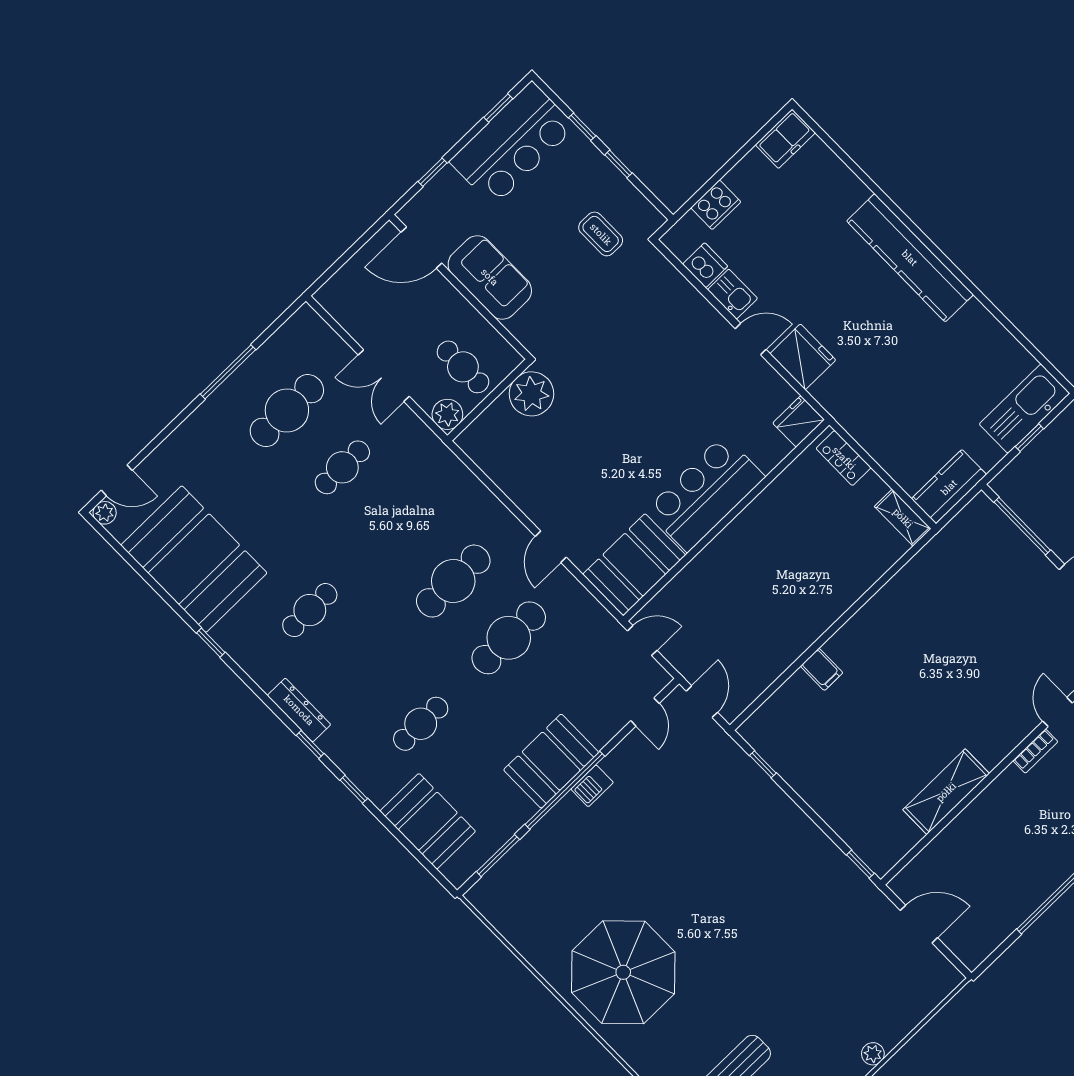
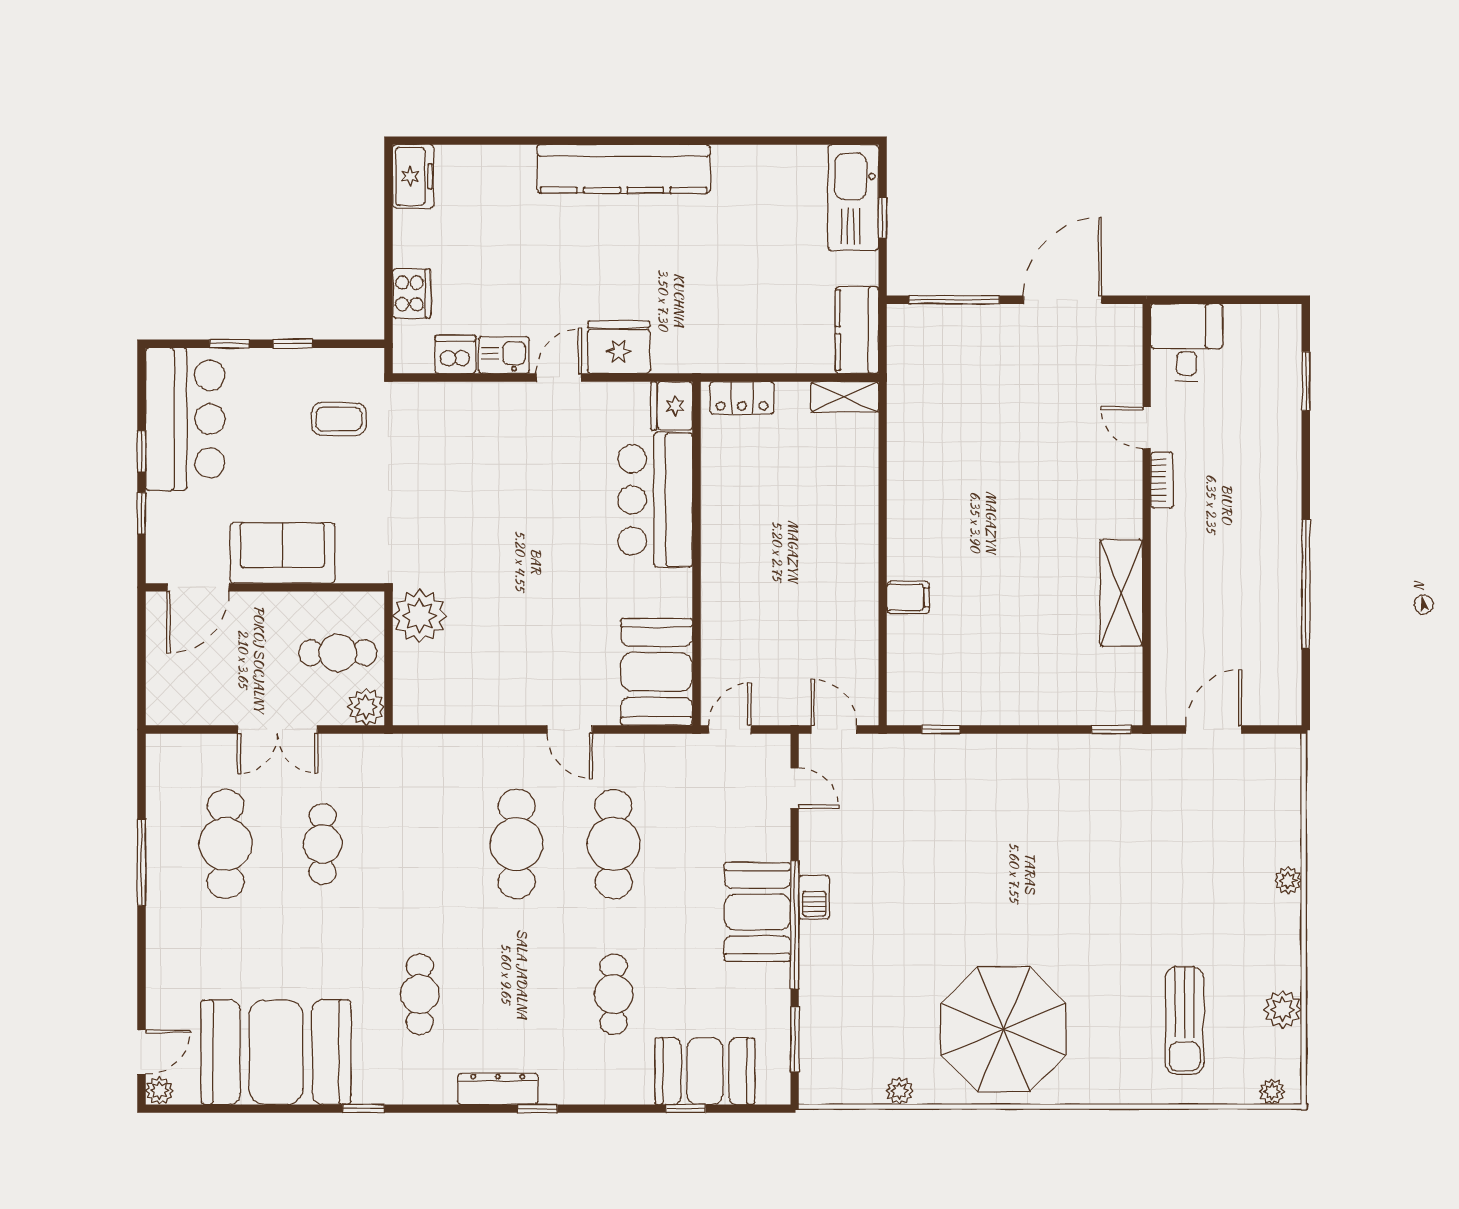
window: (498, 108) -> (141, 451), moved
bar counter: (706, 493) -> (655, 500), moved
window: (354, 789) -> (686, 1109), moved
plant: (527, 946) -> (899, 1091), added

